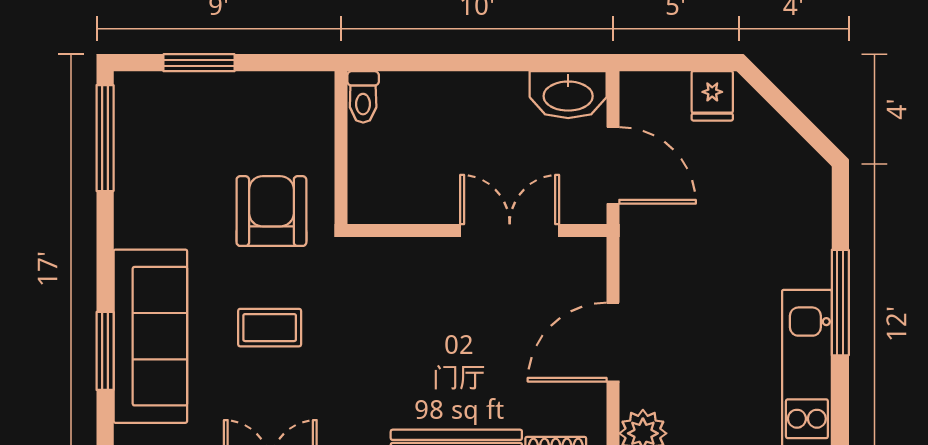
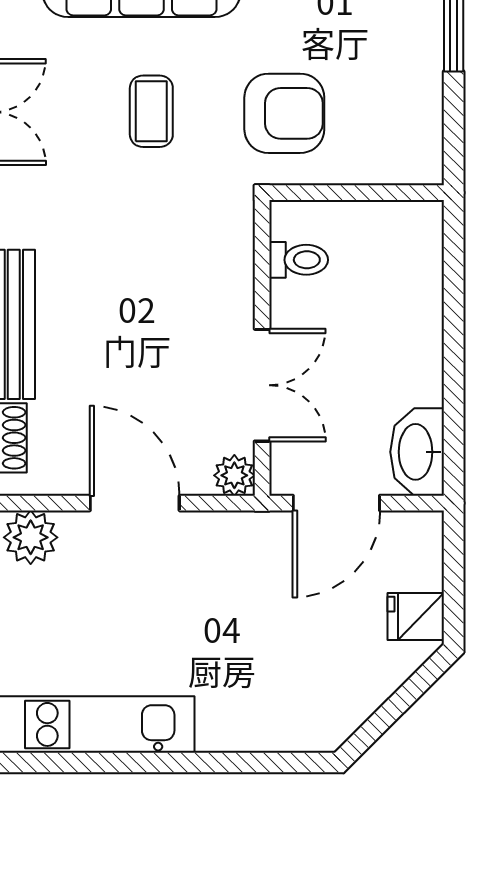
toilet: (363, 97) -> (299, 260), moved, turned 180
plant: (589, 255) -> (234, 475), added
window: (840, 303) -> (180, 763), removed

